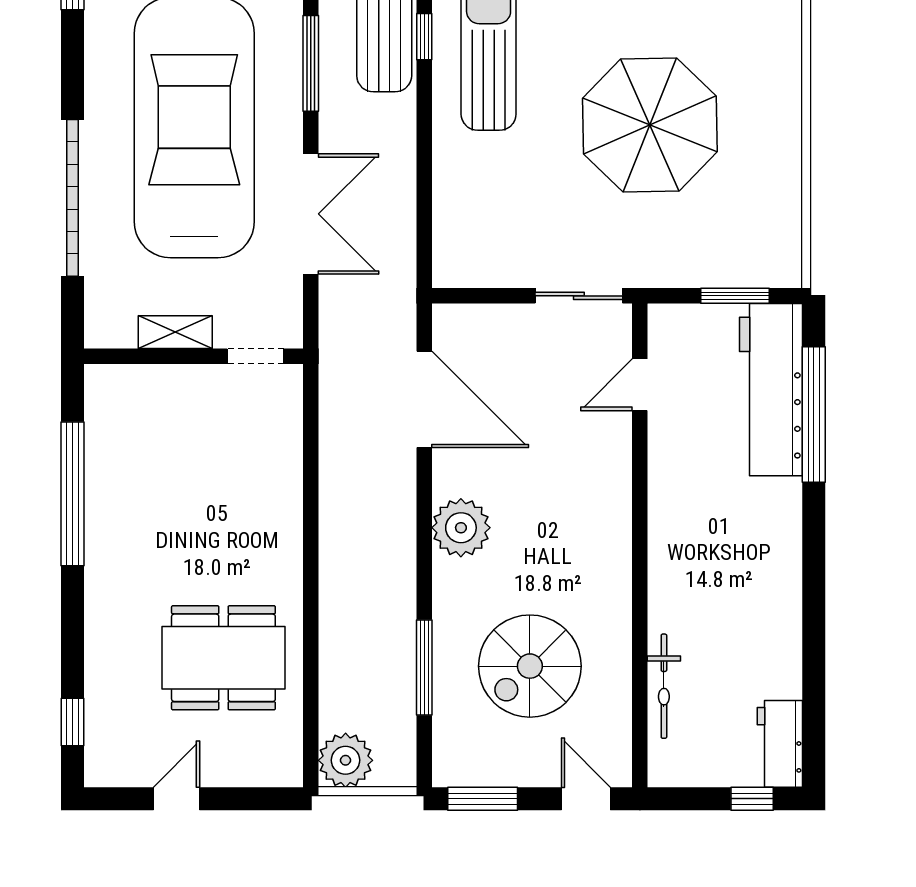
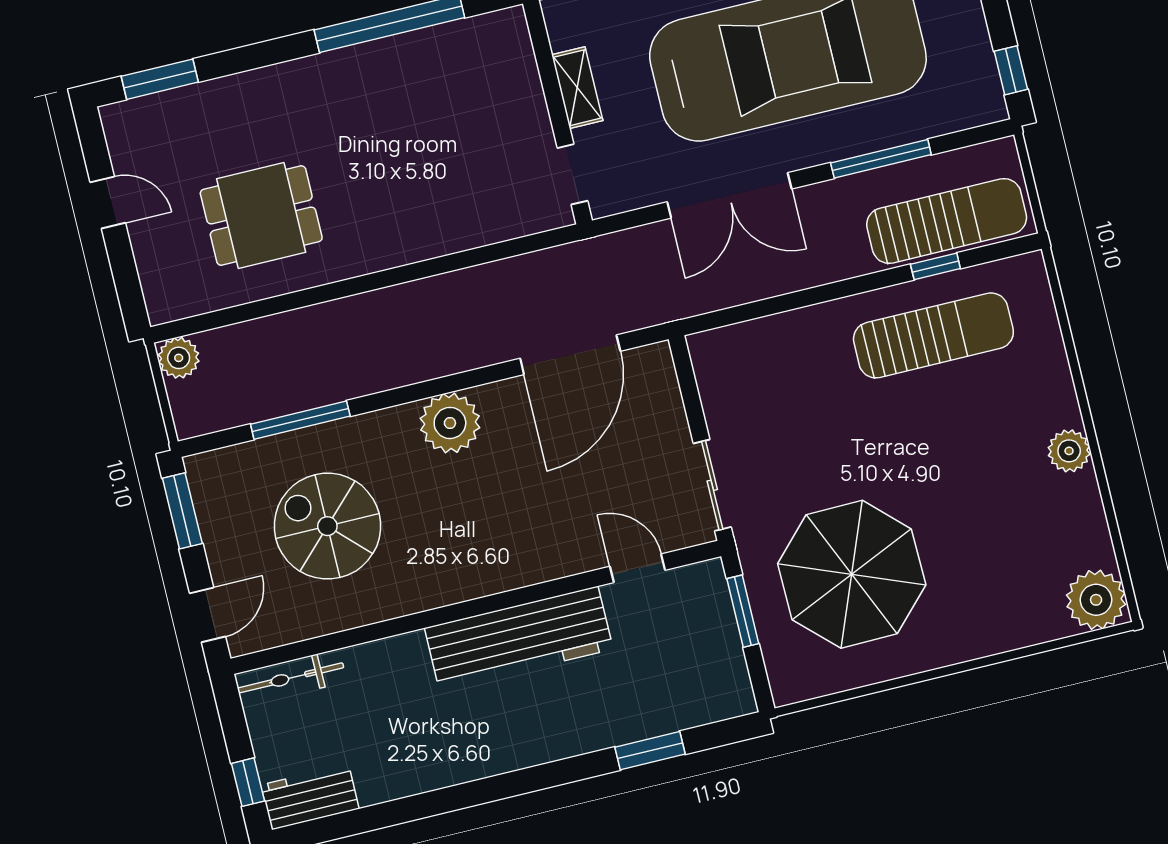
parasol: (650, 125) -> (852, 574), moved
window: (735, 296) -> (743, 611), moved
workbench: (771, 390) -> (519, 639), moved, turned 180
window: (814, 414) -> (650, 751), width x0.47
dining table: (223, 658) -> (261, 216), width x0.73
bicycle: (664, 686) -> (291, 678), moved
window: (73, 722) -> (160, 79), width x1.50
plant: (346, 760) -> (179, 358), width x0.73, depth x0.73

